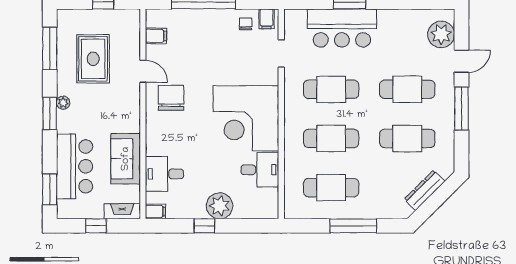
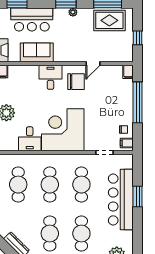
bar counter: (342, 28) -> (121, 200), width x1.36
filing cabinet: (156, 36) -> (128, 72), moved
rug: (93, 59) -> (109, 20), moved
desk: (164, 174) -> (50, 77), moved

